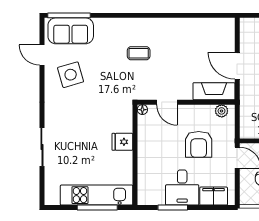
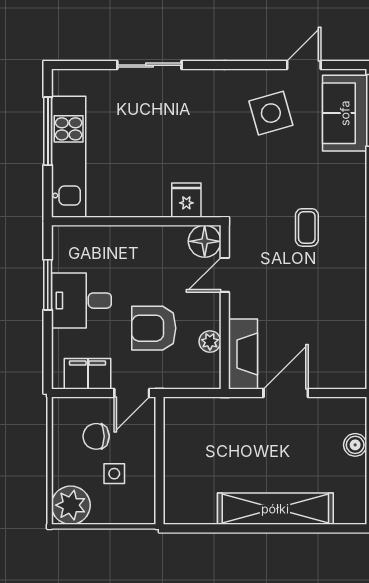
floor lamp: (142, 110) -> (205, 241), width x1.89, depth x1.89
plant: (222, 111) -> (210, 342), moved
fridge: (122, 142) -> (186, 200), moved
filing cabinet: (214, 196) -> (88, 374), moved, turned -90
window: (97, 208) -> (48, 131), moved

